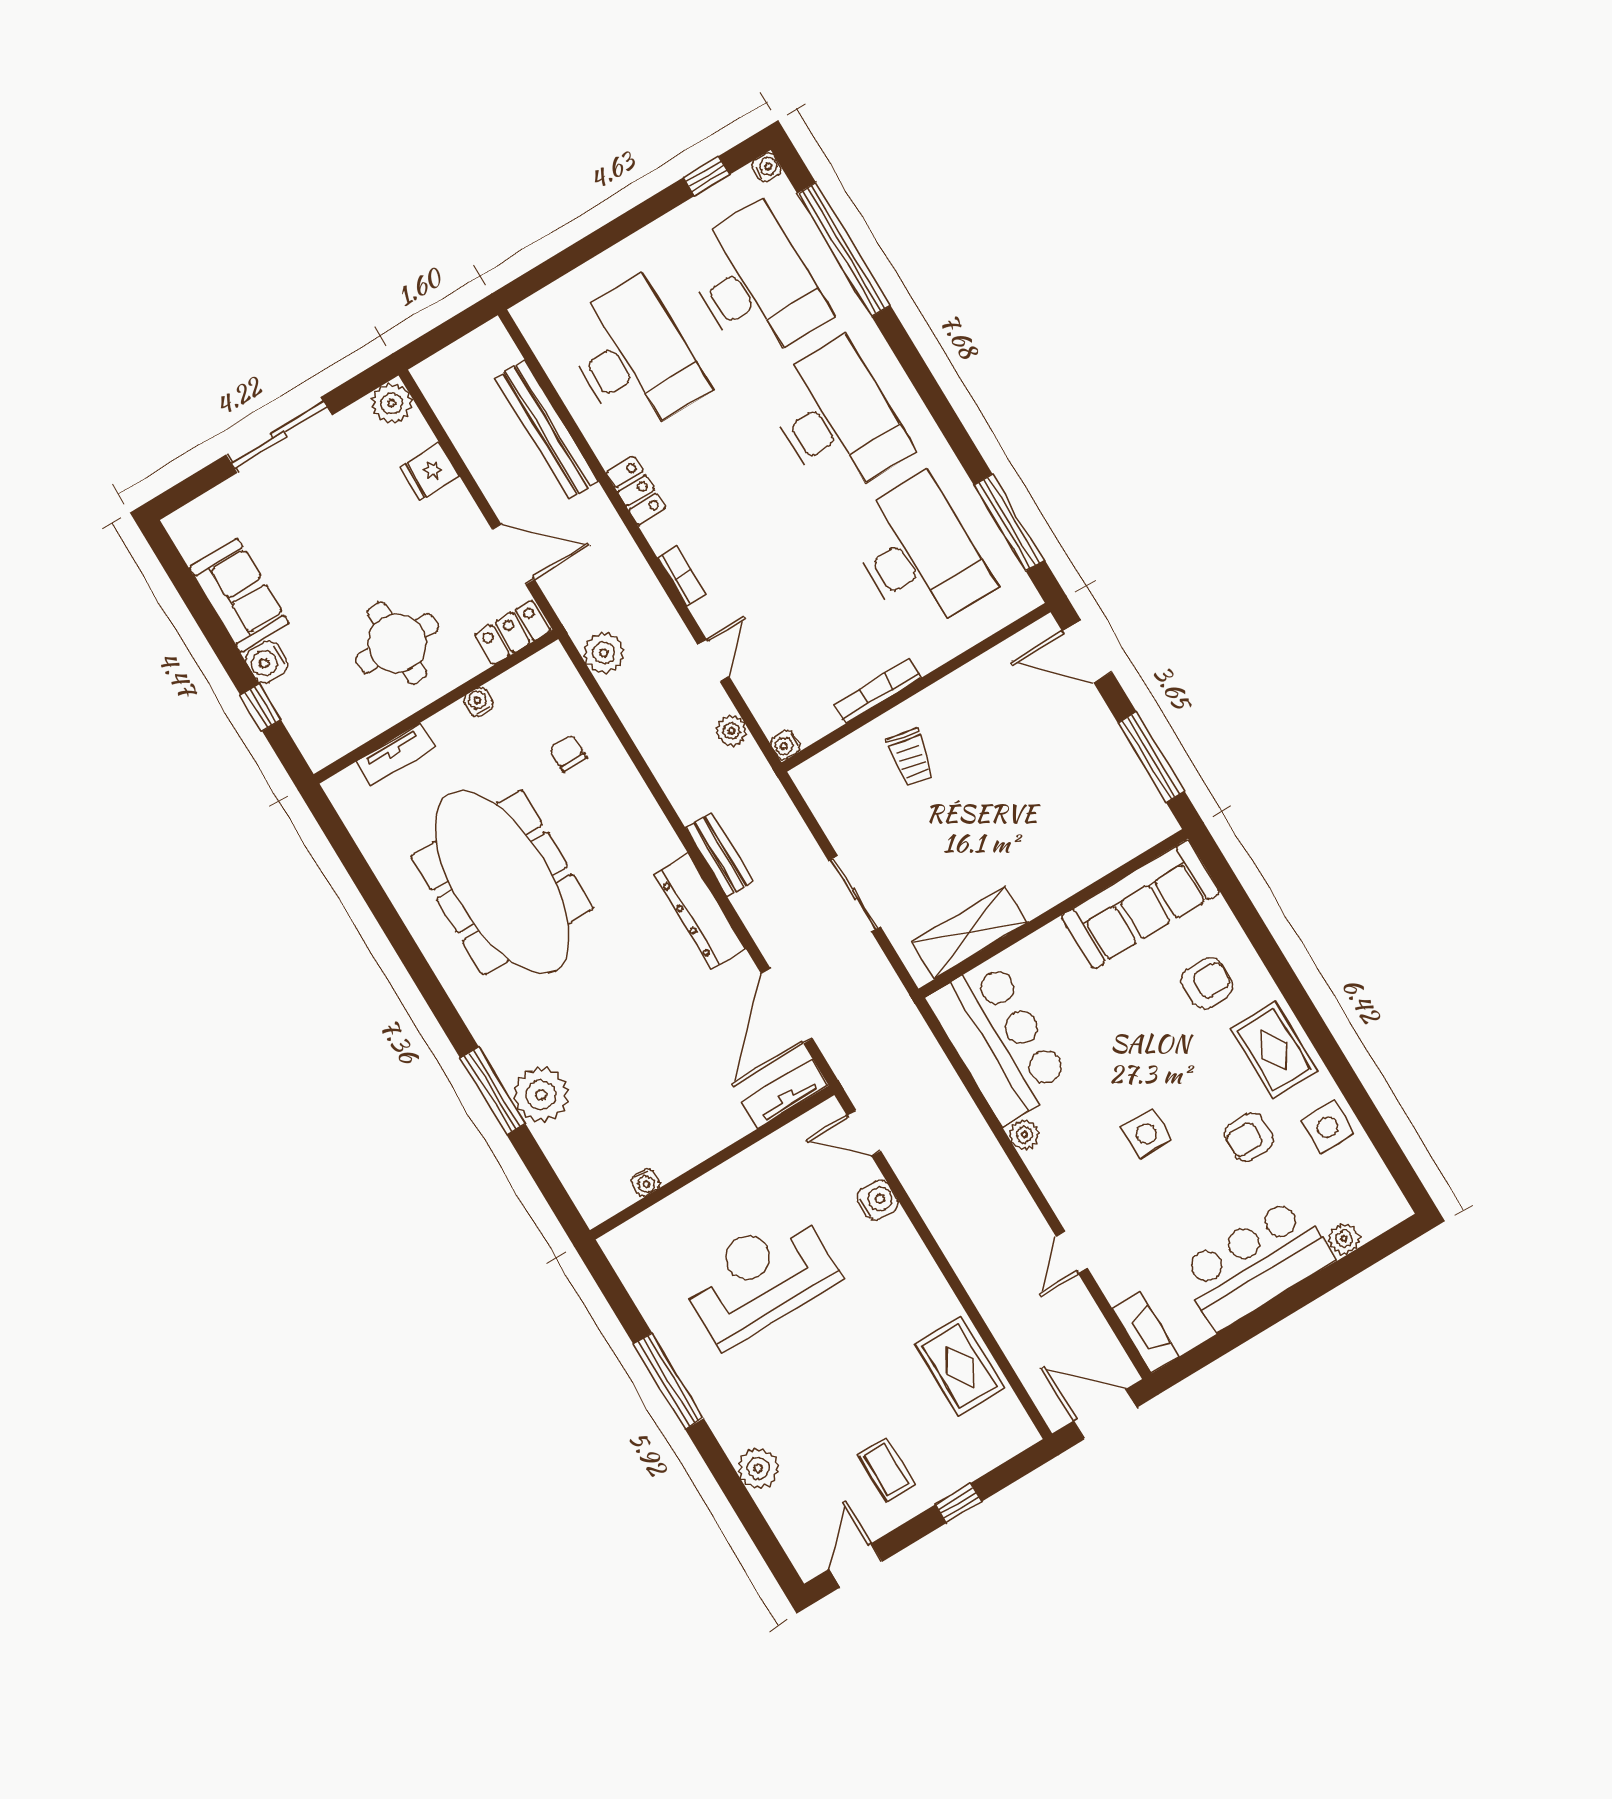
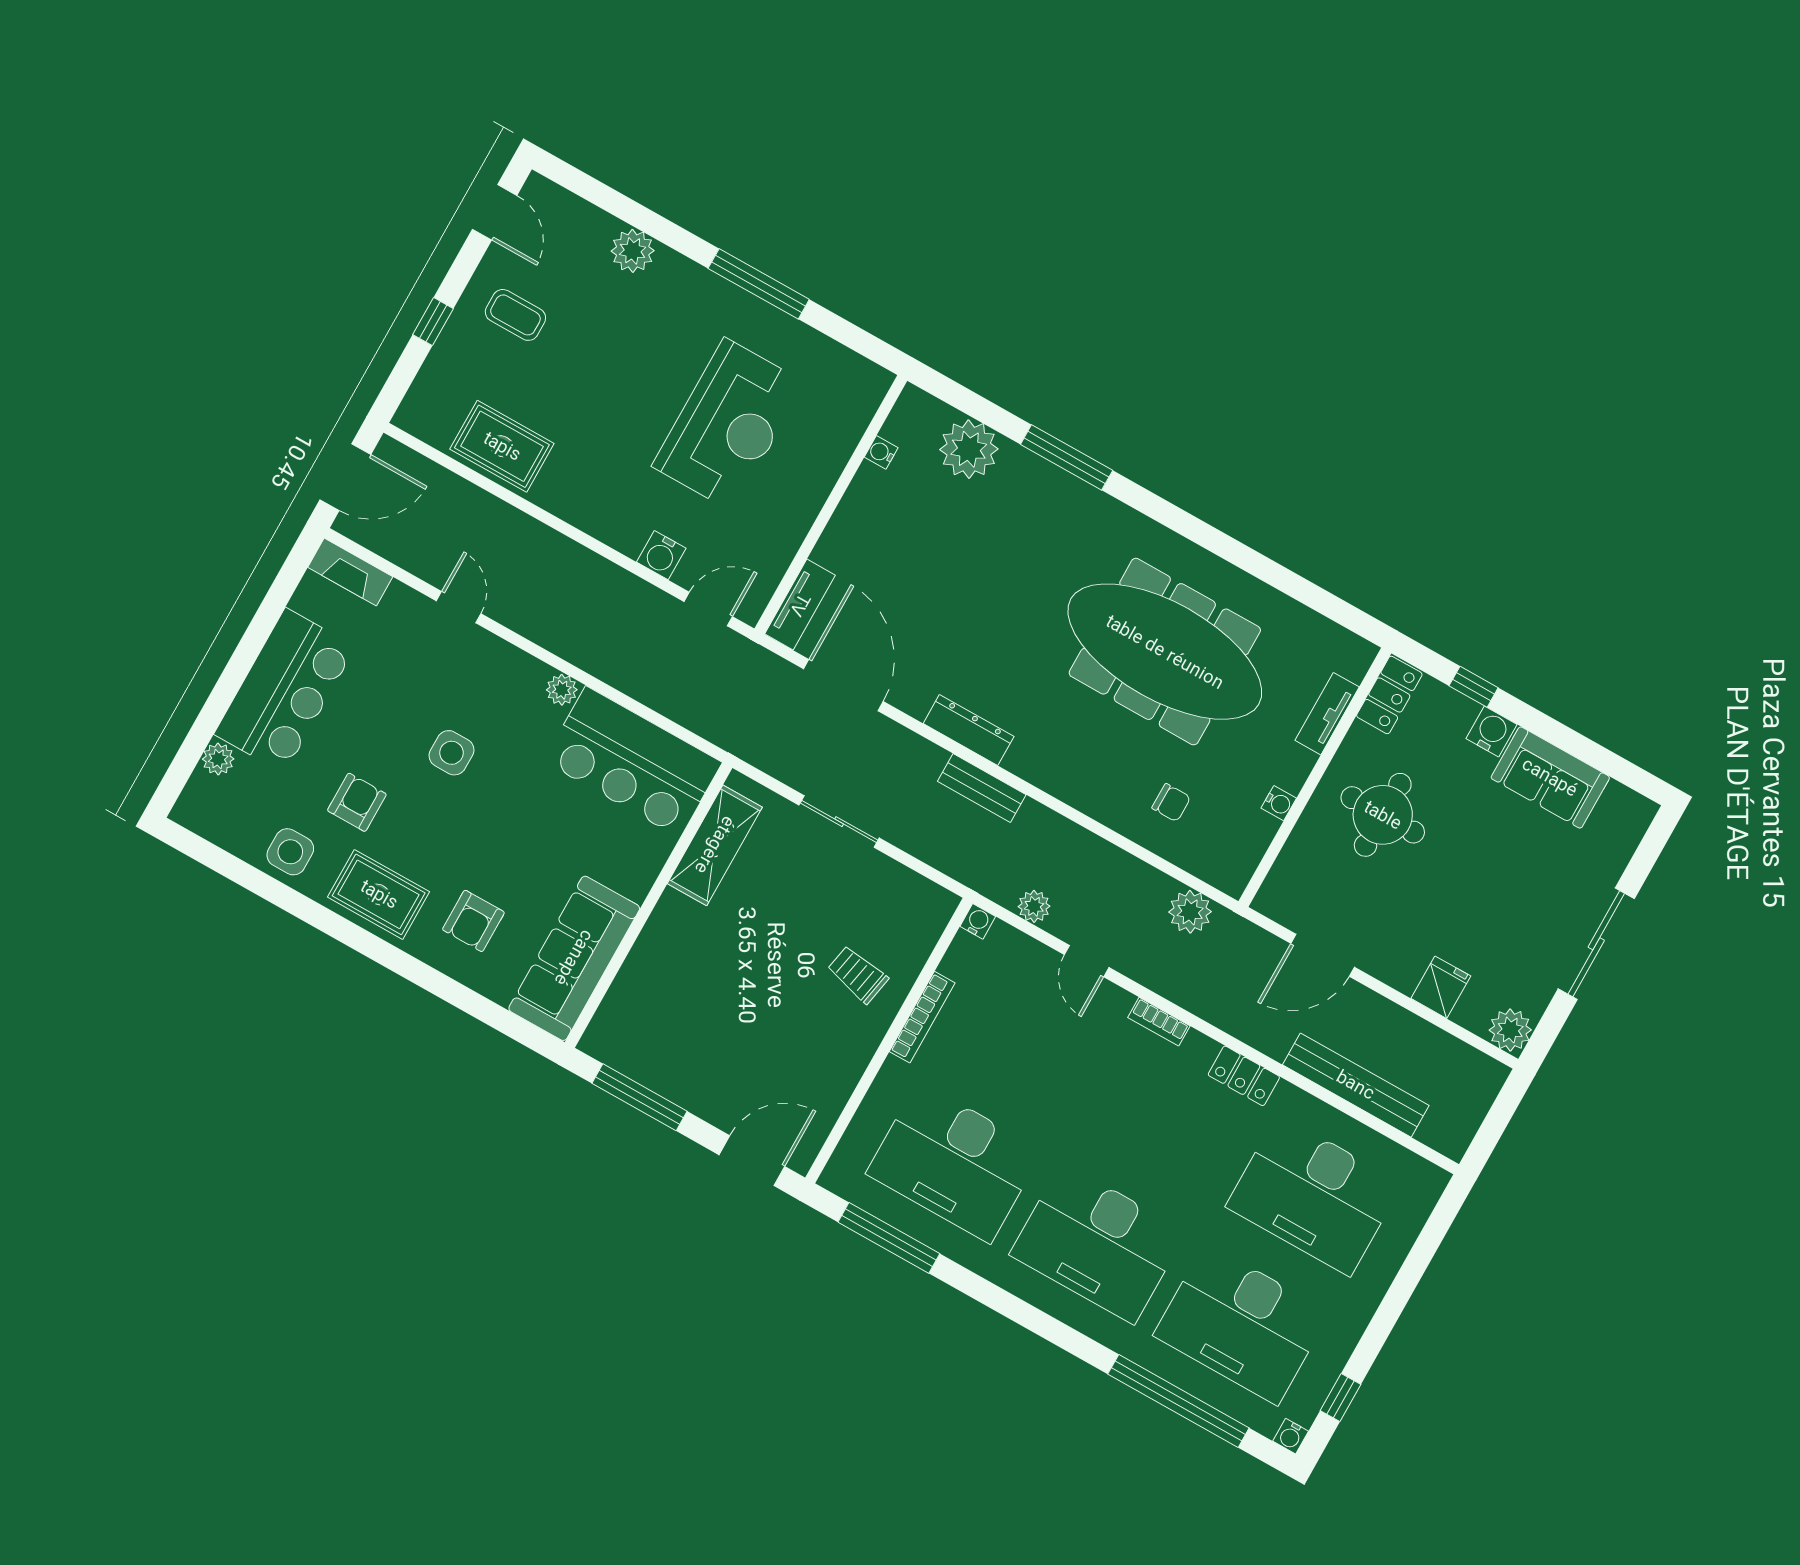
locker: (513, 633) -> (1389, 695), moved
dresser: (700, 911) -> (969, 730), width x0.73, depth x0.80
plant: (541, 1095) -> (969, 449), moved

